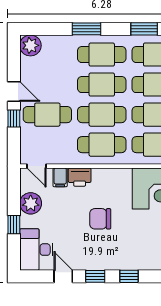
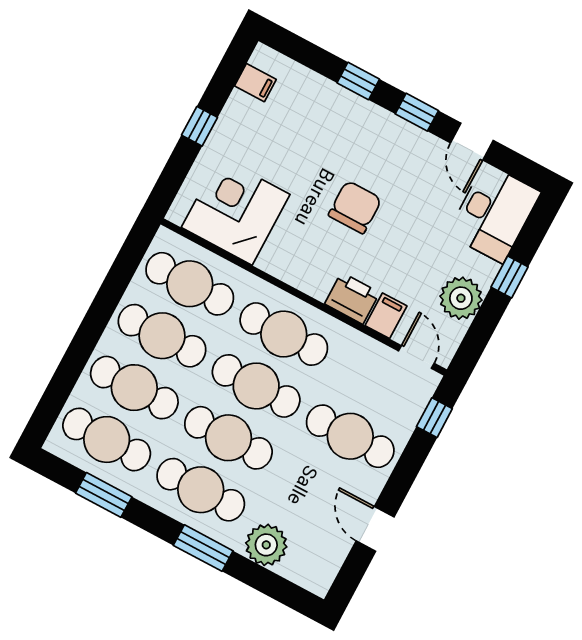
plant: (30, 45) -> (266, 545), moved
door: (14, 91) -> (375, 529), moved
window: (14, 118) -> (434, 418), moved
chair: (100, 219) -> (355, 207), turned -90

